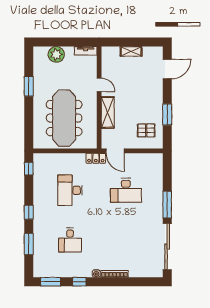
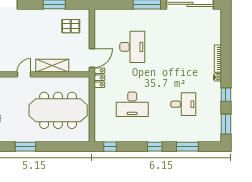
pallet: (146, 130) -> (71, 26), turned 90

